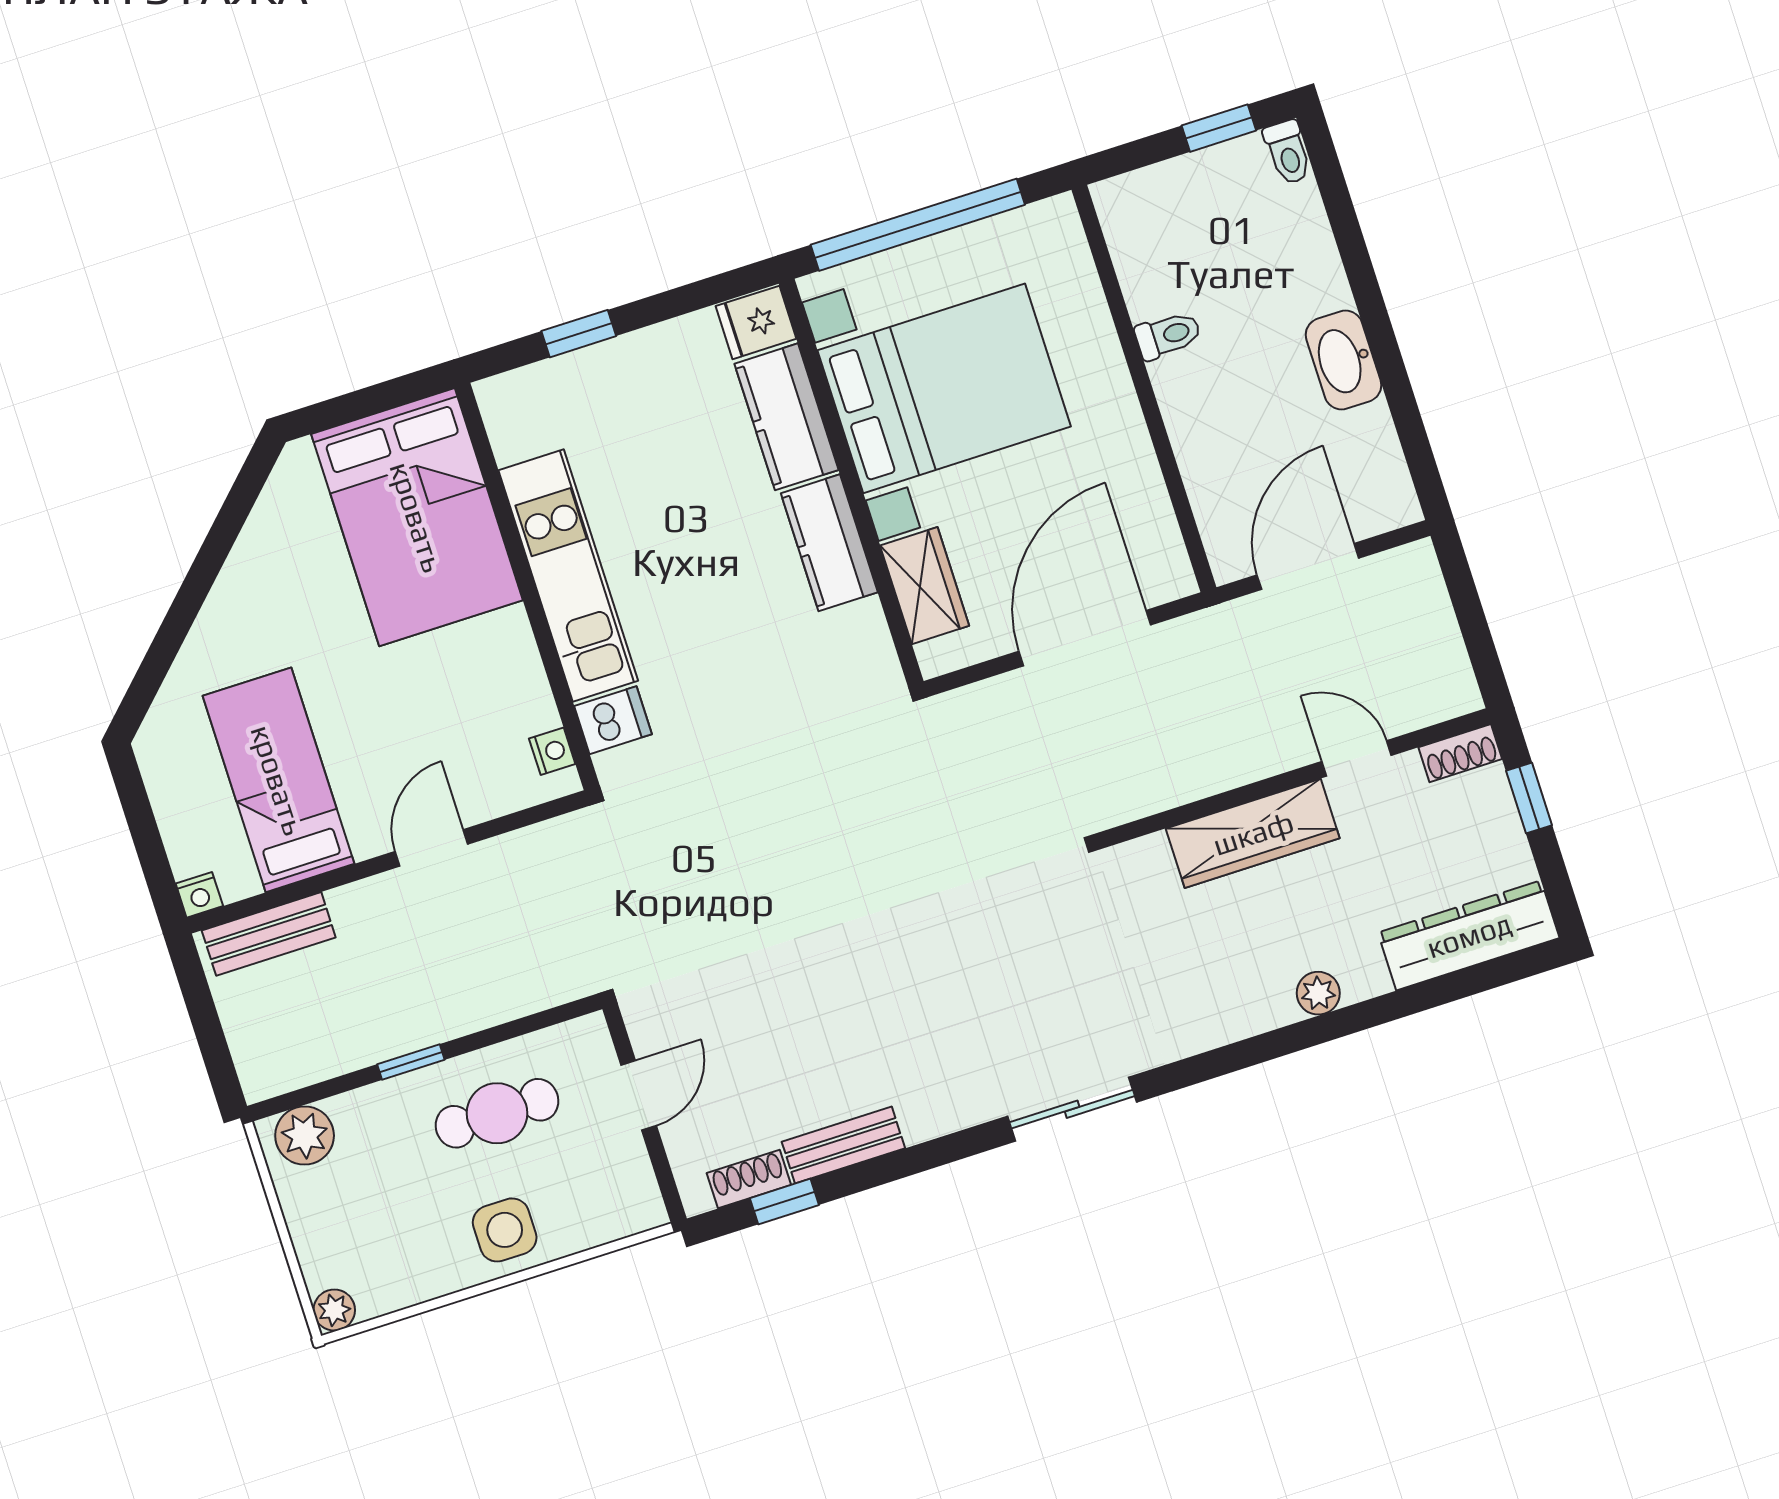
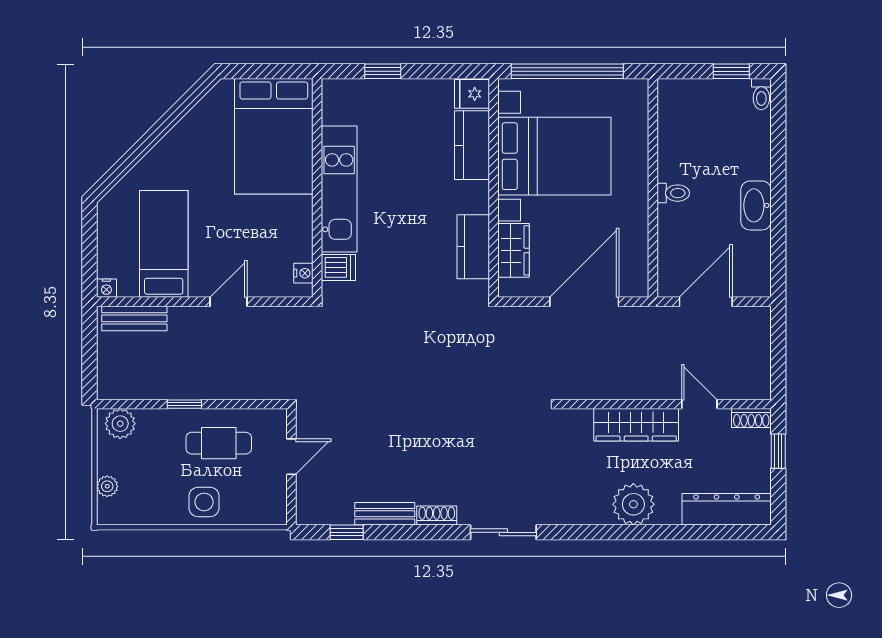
toilet: (1168, 335) -> (673, 193), moved
kitchen counter: (829, 543) -> (473, 247), moved
plant: (1318, 993) -> (633, 504), width x1.88, depth x1.88
shoe rack: (749, 1179) -> (437, 516), moved
plant: (334, 1310) -> (107, 486), moved

